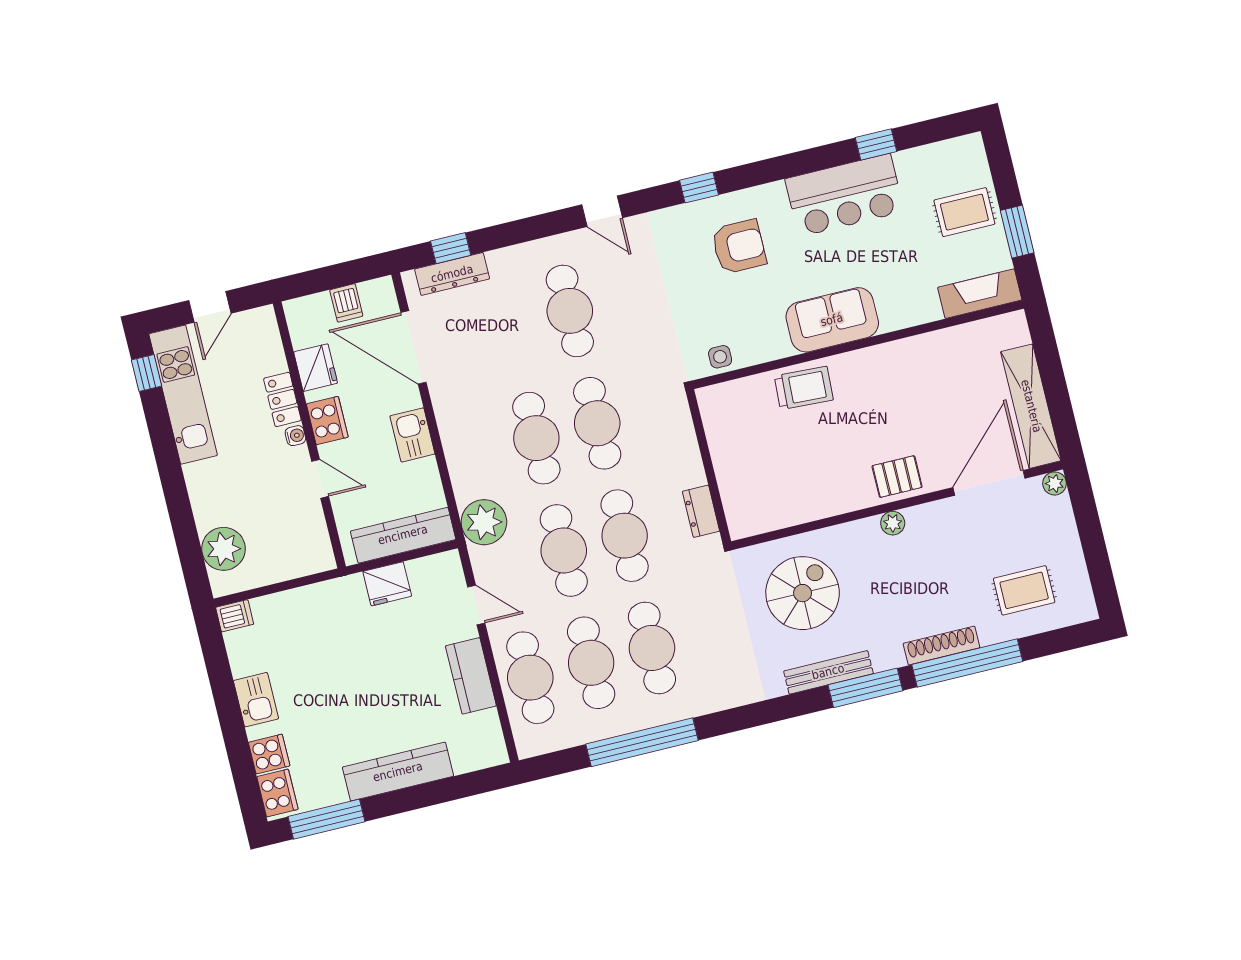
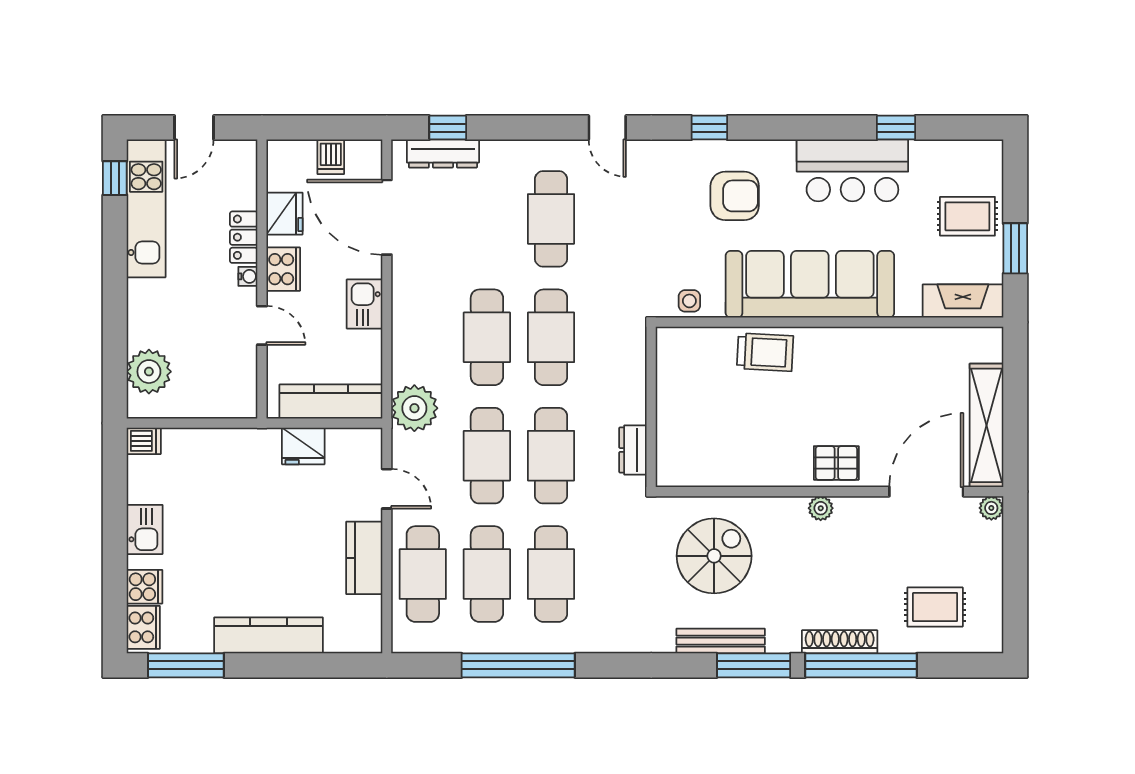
sofa: (832, 320) -> (810, 284), width x1.85, depth x1.27

